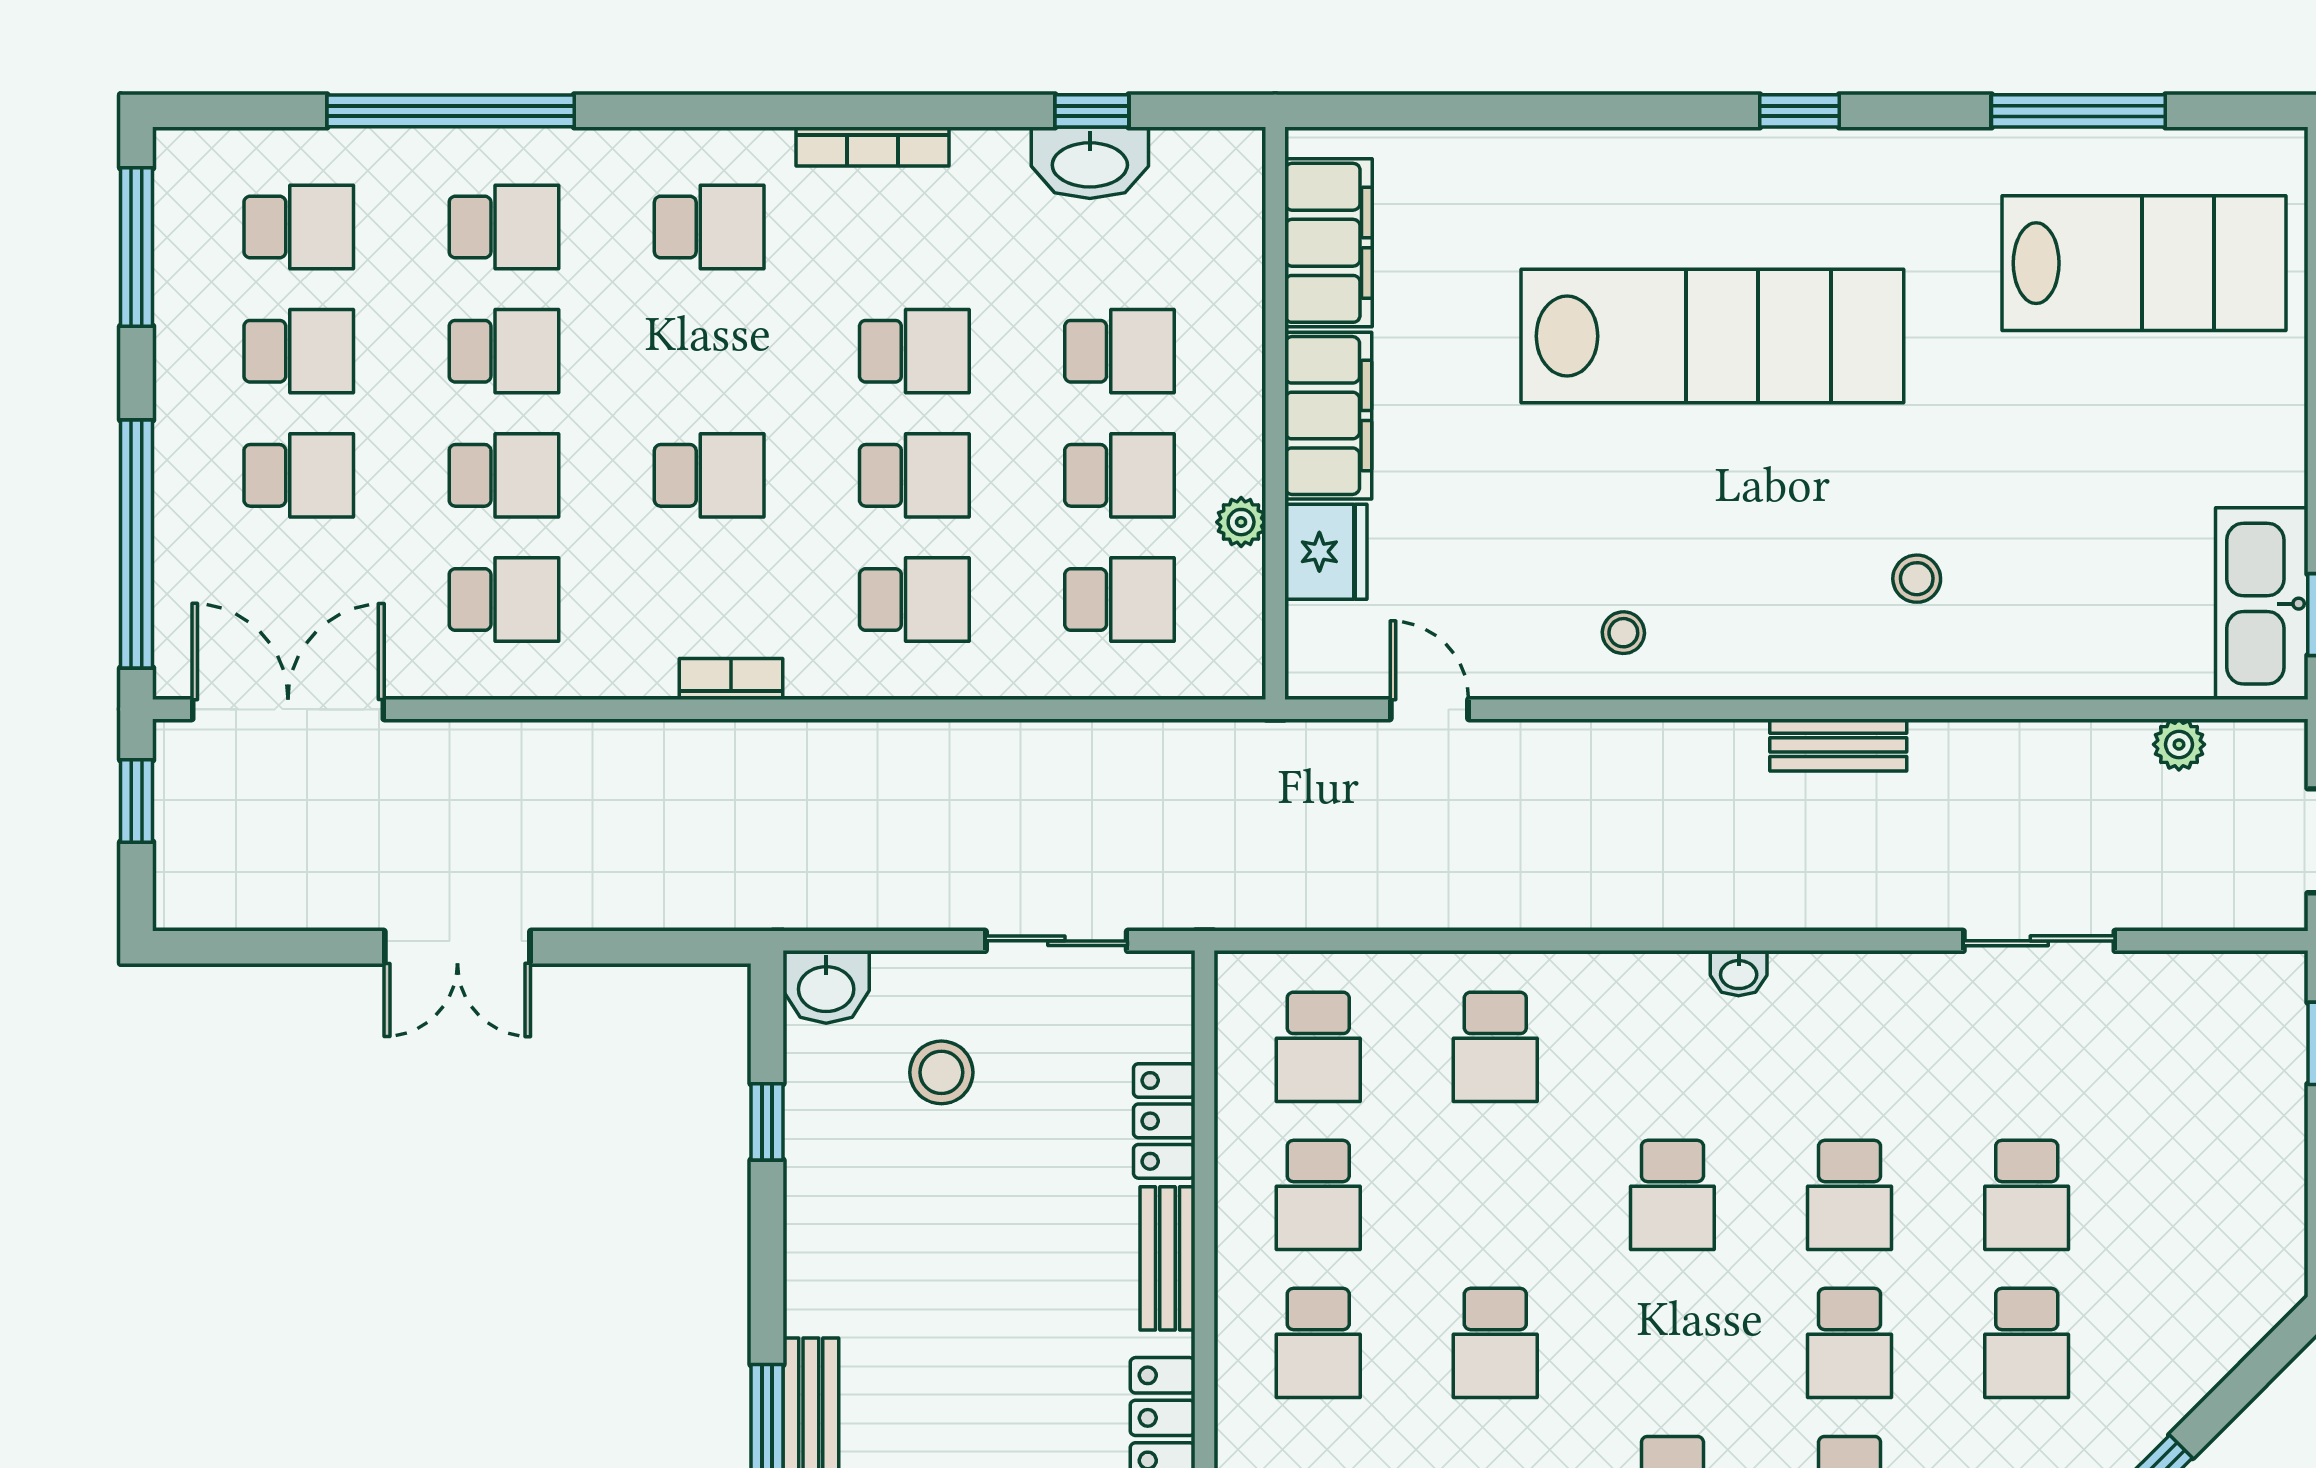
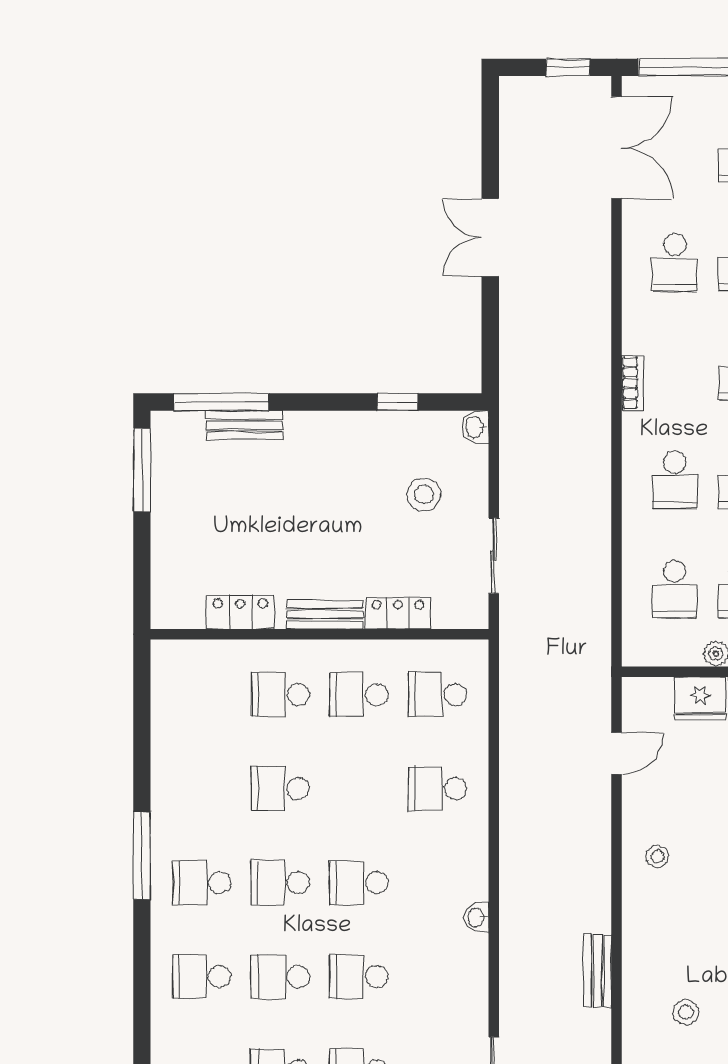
washbasin: (826, 987) -> (475, 427), width x0.72, depth x0.69
school desk: (1672, 1343) -> (280, 883), added

